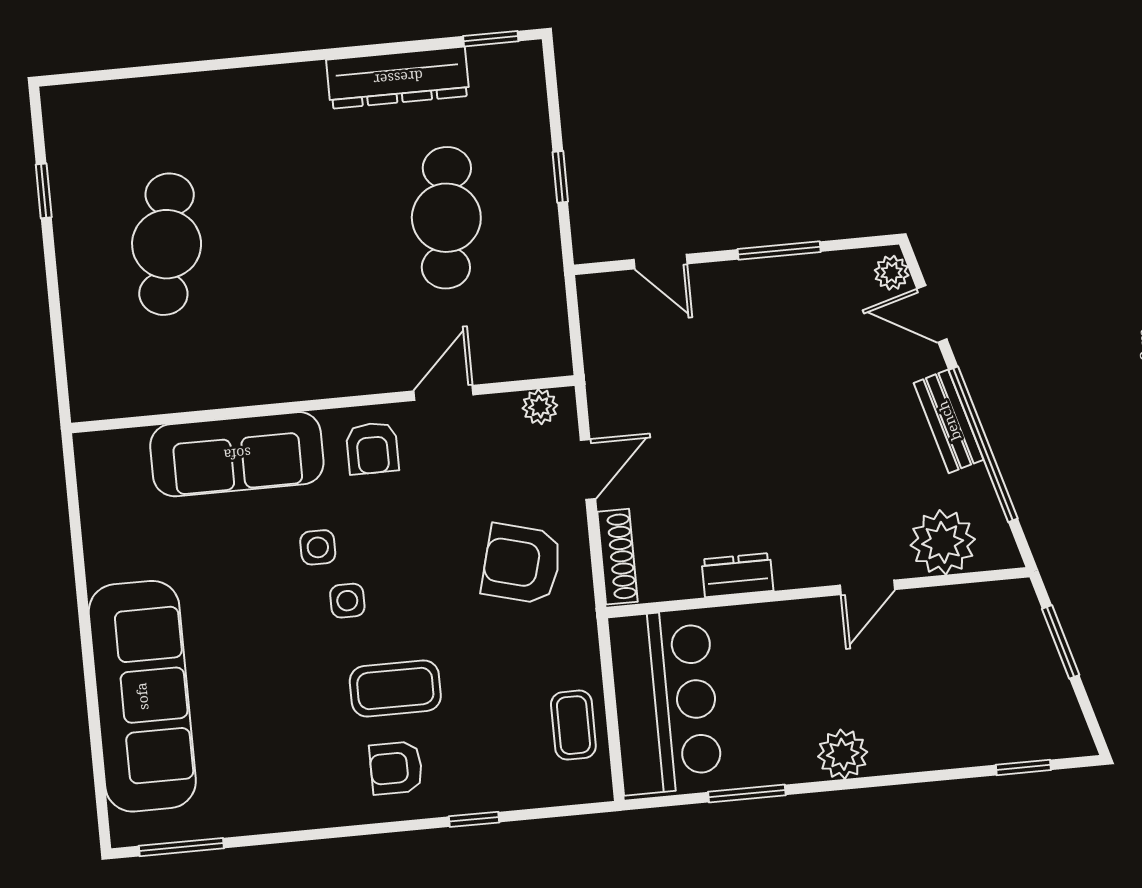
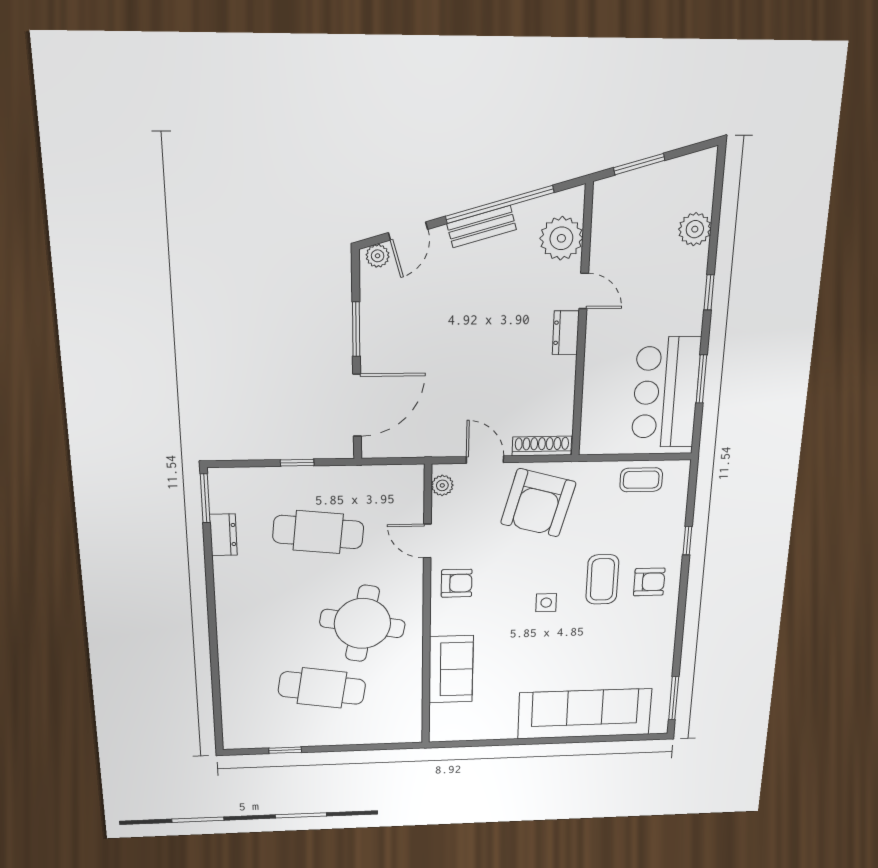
window: (491, 39) -> (205, 498), width x1.50
dresser: (398, 78) -> (223, 535), width x0.51, depth x0.80
door: (660, 262) -> (357, 405), width x1.87
round table: (290, 301) -> (362, 623), added
sofa: (237, 454) -> (451, 669), width x0.73
side table: (318, 547) -> (512, 617), removed
armchair: (522, 564) -> (538, 503), width x1.36, depth x1.36
dresser: (737, 575) -> (566, 333), moved
bar counter: (665, 702) -> (666, 392), moved, turned -90
plant: (843, 754) -> (695, 229), moved
window: (1023, 767) -> (709, 292), moved
armchair: (396, 768) -> (649, 582), turned -90

